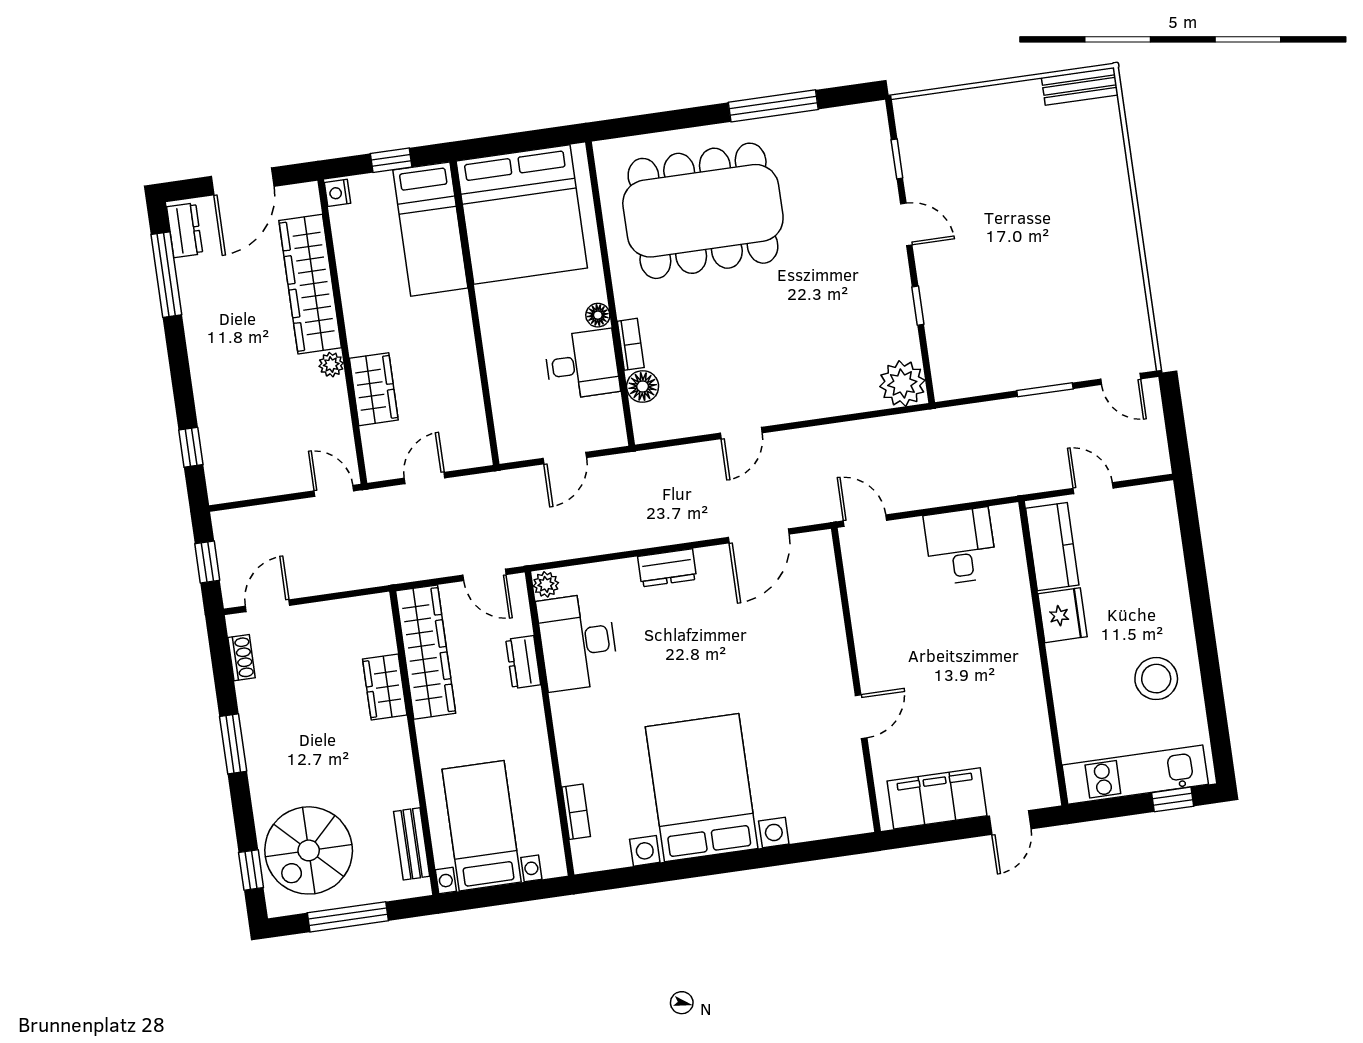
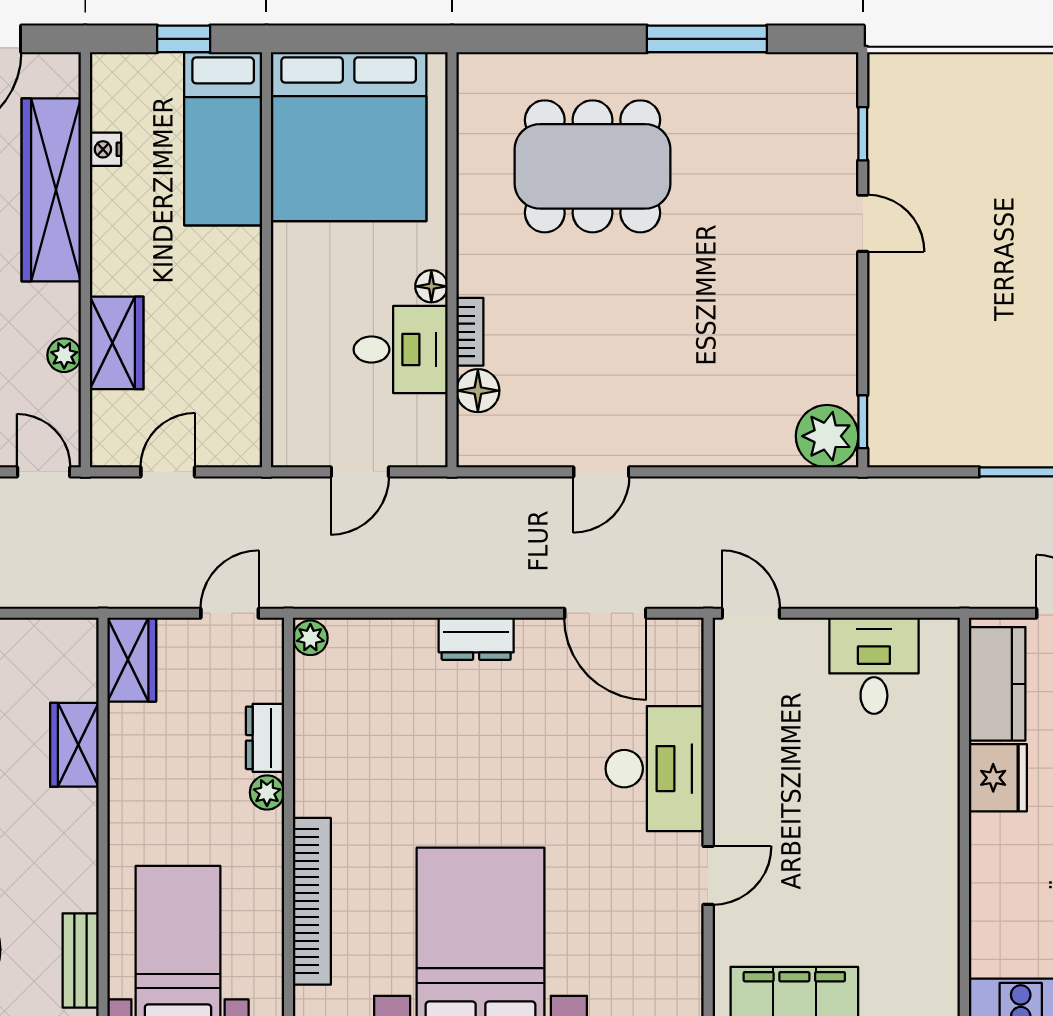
nightstand: (338, 193) -> (105, 149), moved
dining table: (703, 211) -> (593, 166), width x0.73, depth x0.80
window: (918, 306) -> (863, 422), moved
plant: (331, 365) -> (64, 355), moved
door: (759, 536) -> (605, 613), hinge flipped
door: (484, 575) -> (230, 613), swing flipped
desk: (578, 642) -> (655, 769), moved, turned 180
wardrobe: (426, 652) -> (132, 660), width x0.48, depth x0.85
plant: (530, 702) -> (267, 792), added
bookcase: (576, 812) -> (312, 901), width x2.31, depth x1.31

